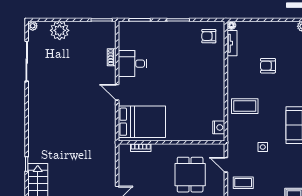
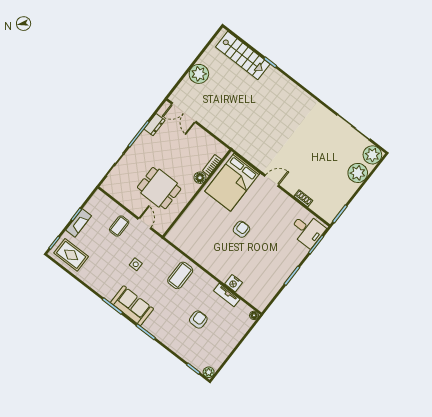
plant: (33, 26) -> (372, 155), width x1.88, depth x1.88
armchair: (209, 36) -> (241, 229), moved
tv unit: (232, 43) -> (227, 295), moved
desk: (132, 64) -> (307, 230), moved, turned 90
nightstand: (219, 127) -> (234, 283), moved
floor lamp: (158, 149) -> (200, 178), added
door: (226, 165) -> (144, 223), hinge flipped

